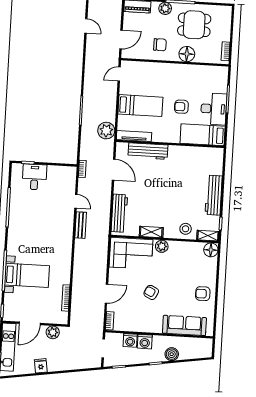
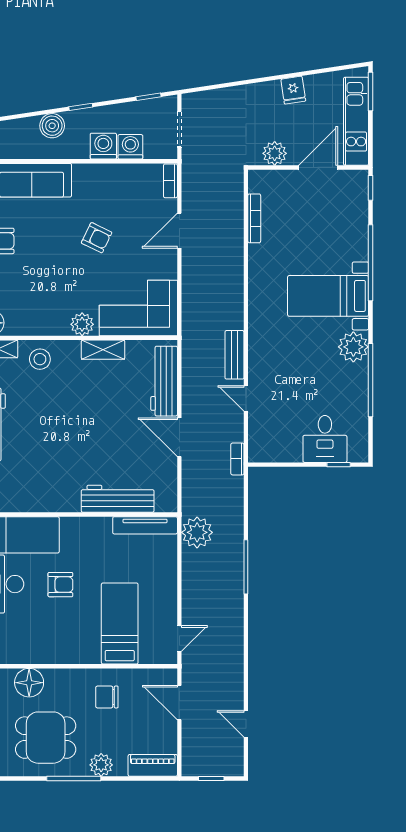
door: (121, 39) -> (179, 703), hinge flipped
floor lamp: (187, 54) -> (29, 683), moved
bed: (140, 106) -> (120, 624), moved, turned 90
door: (114, 170) -> (179, 437), moved
plant: (16, 226) -> (353, 347), added
bed with nightstands: (27, 275) -> (328, 296), moved

